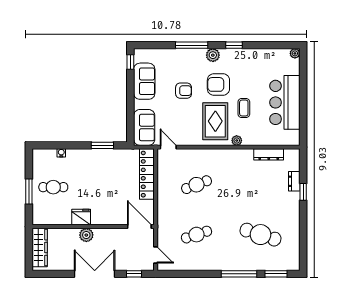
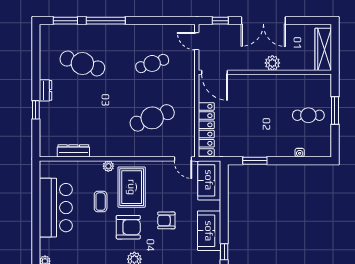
dresser: (294, 181) -> (46, 90), moved
cafe table: (197, 185) -> (152, 118), width x1.37, depth x1.35
fridge: (81, 217) -> (278, 83), removed

